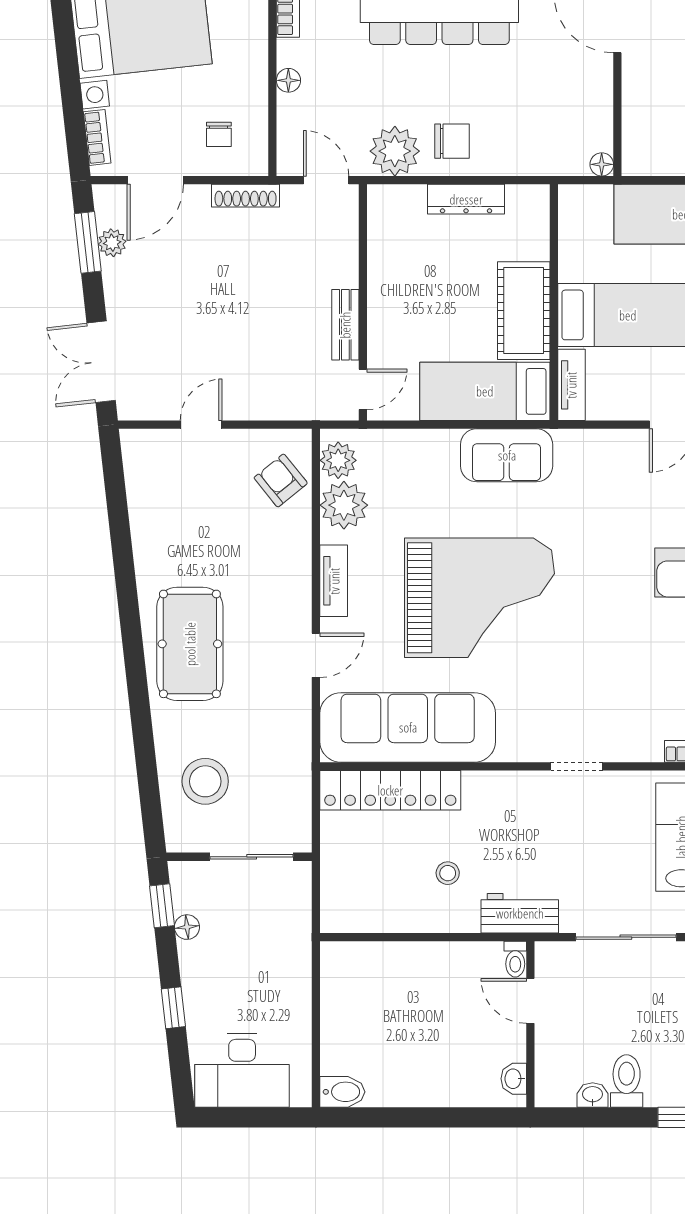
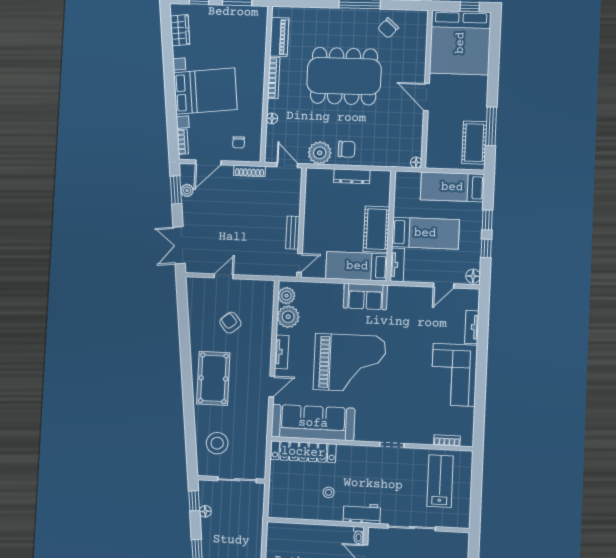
armchair: (281, 480) -> (230, 323), moved

